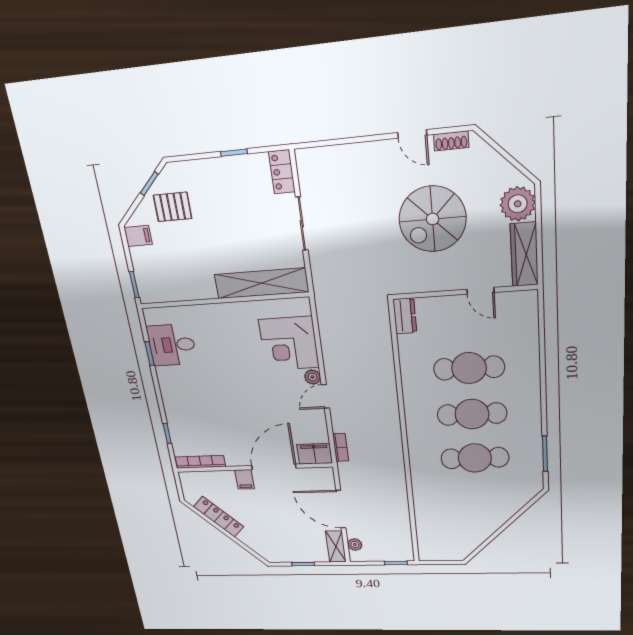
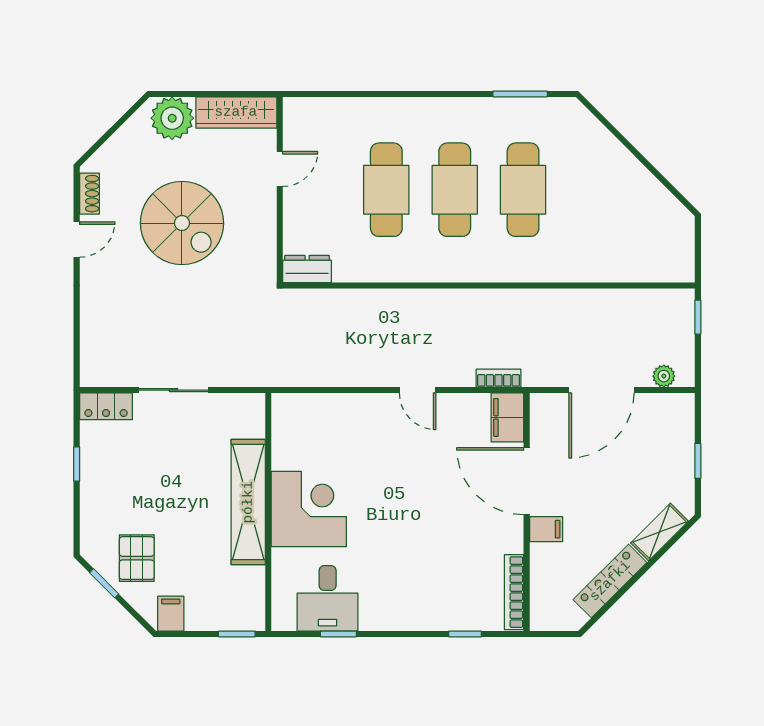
shelving: (261, 283) -> (248, 502), moved
corner desk: (289, 343) -> (309, 509), moved, turned -90
plant: (313, 377) -> (387, 404), removed
shelving: (336, 546) -> (659, 532), moved, turned -45

